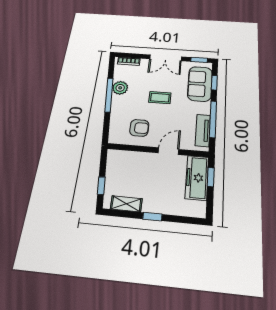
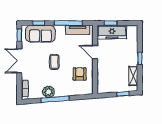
double door: (166, 58) -> (19, 61), swing flipped

